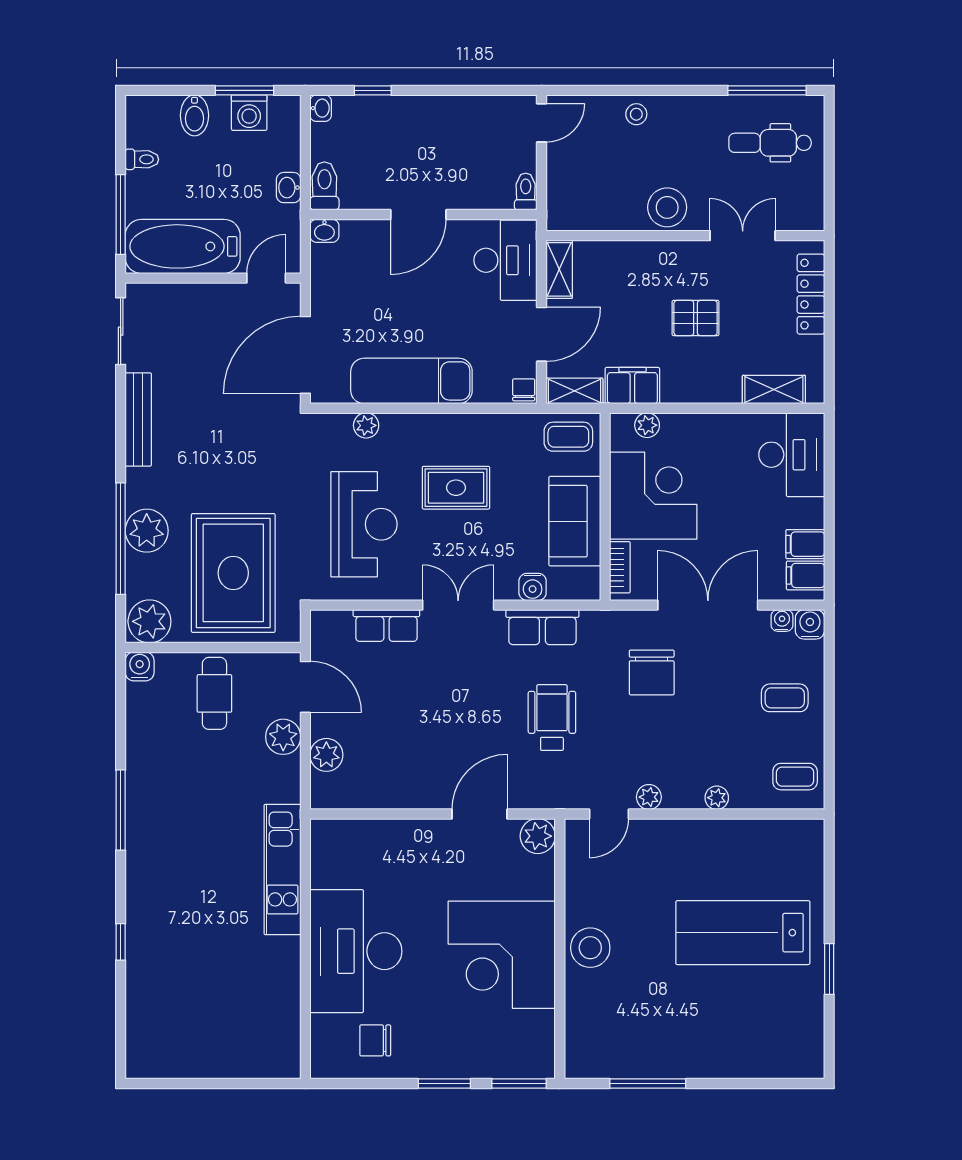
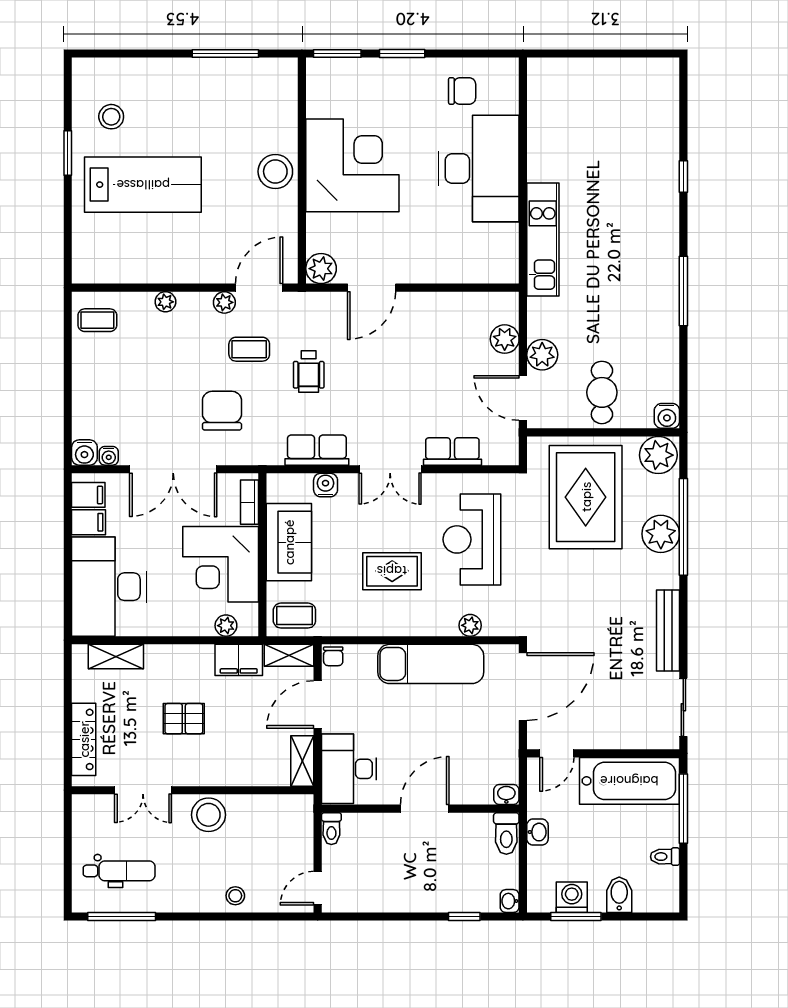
desk: (792, 455) -> (109, 587), width x1.36, depth x1.30
coffee table: (785, 698) -> (249, 349), moved
wheelchair: (552, 718) -> (309, 371), width x0.73, depth x0.73
door: (609, 814) -> (259, 288), width x1.37
stool: (779, 1011) -> (111, 117), added

